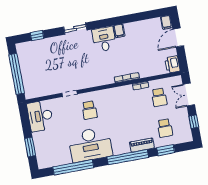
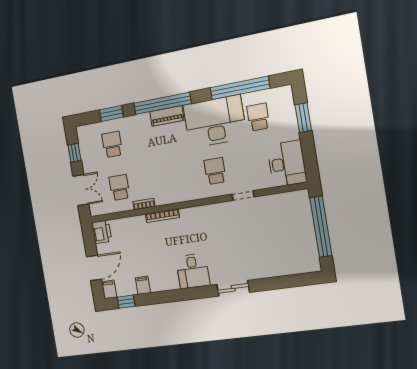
filing cabinet: (119, 31) -> (143, 285), moved
window: (37, 36) -> (126, 302), moved
piano: (142, 145) -> (167, 116), moved
school desk: (60, 147) -> (258, 117), added

